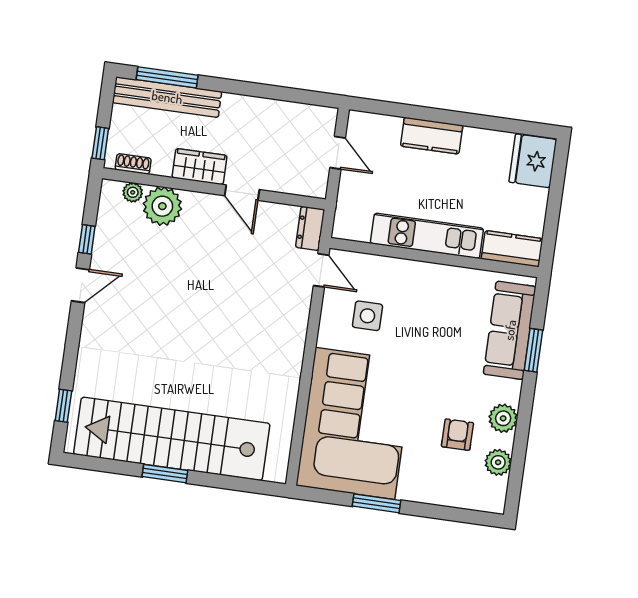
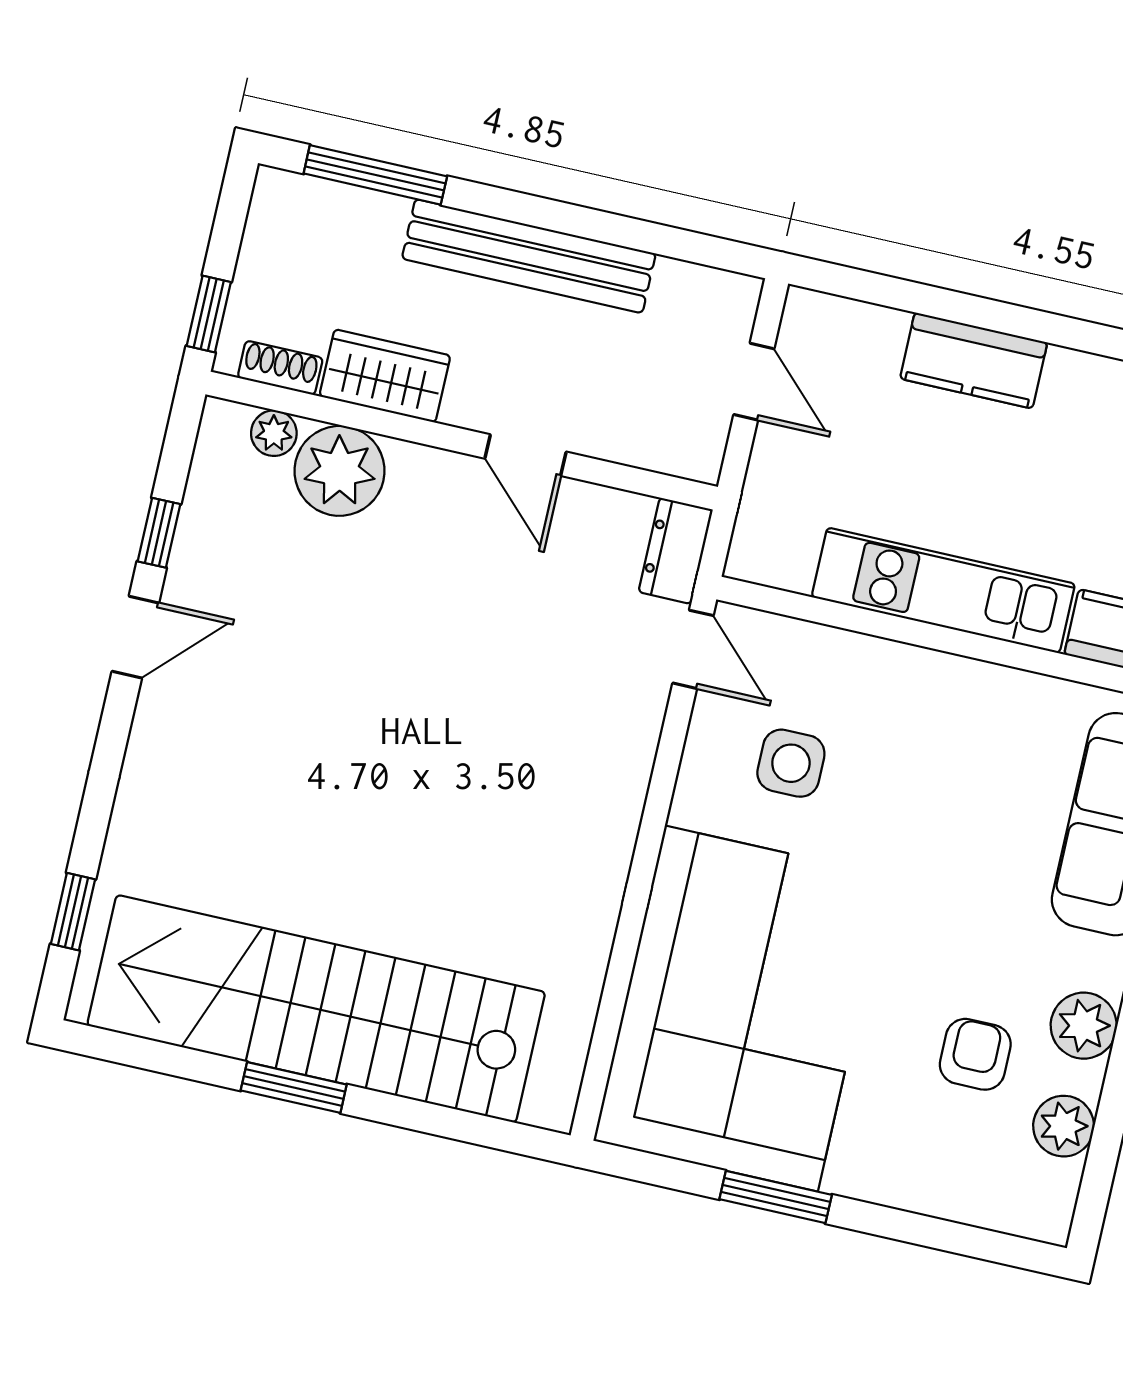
bench: (167, 97) -> (529, 256), moved
wardrobe: (199, 167) -> (385, 376), moved

